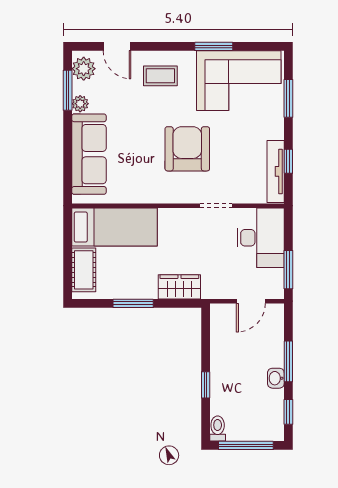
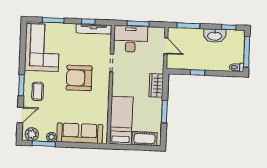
window: (214, 46) -> (21, 85), moved
window: (288, 270) -> (138, 24), moved
window: (288, 361) -> (188, 26), moved
washbasin: (276, 378) -> (215, 36), width x1.91, depth x1.45
window: (206, 385) -> (198, 72), moved

